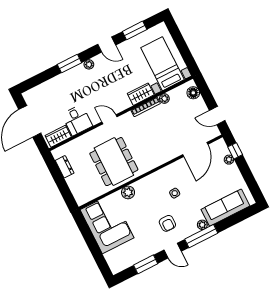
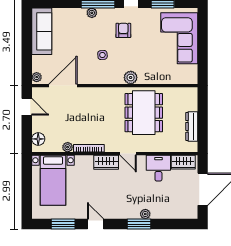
plant: (89, 64) -> (145, 214), moved
wardrobe: (141, 94) -> (106, 162), moved
window: (235, 151) -> (27, 66), removed
plant: (229, 160) -> (37, 77), moved
dresser: (65, 167) -> (192, 126), width x1.44
plant: (128, 192) -> (131, 78), moved
sofa: (225, 208) -> (42, 31), moved, turned -90
corner sofa: (107, 224) -> (179, 38), moved

